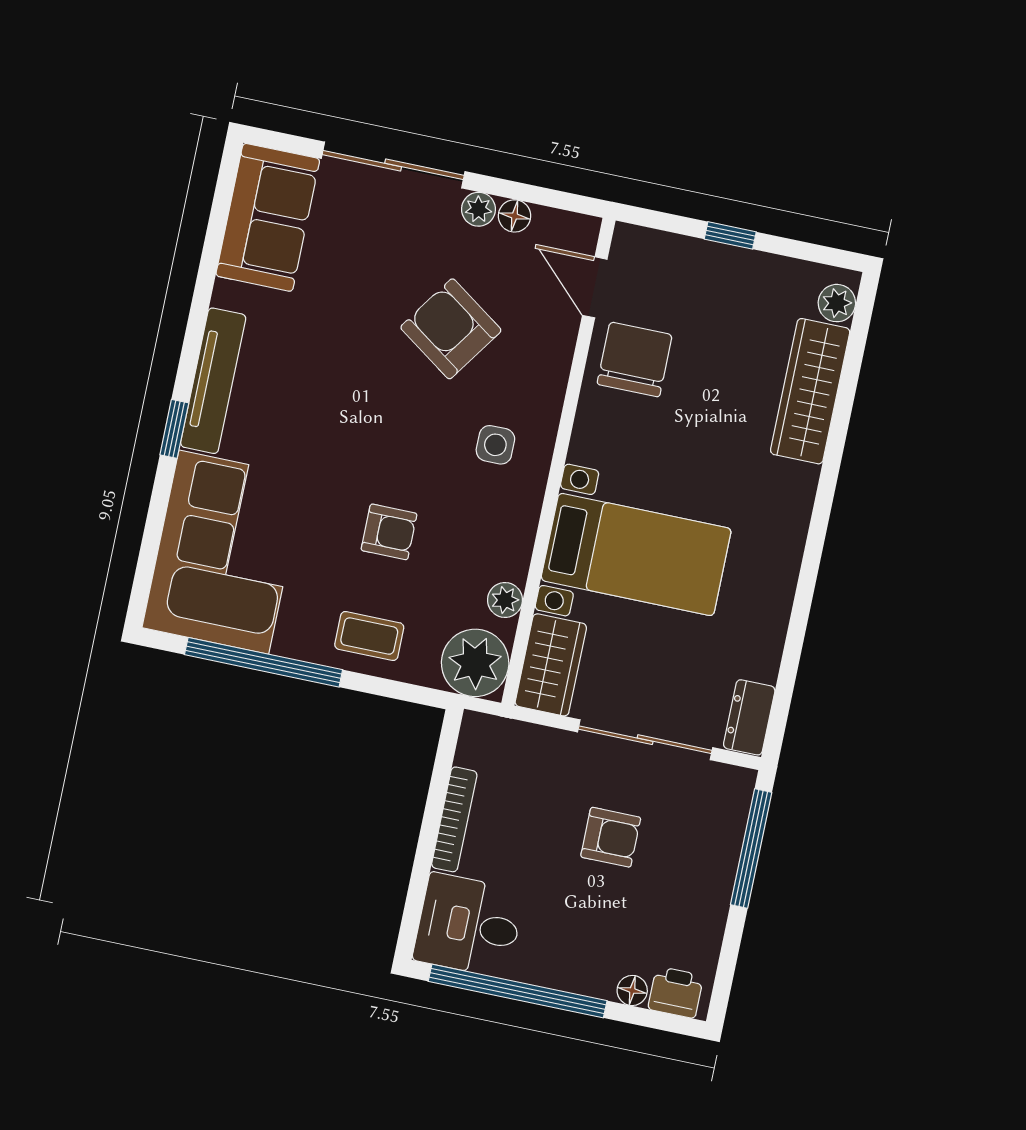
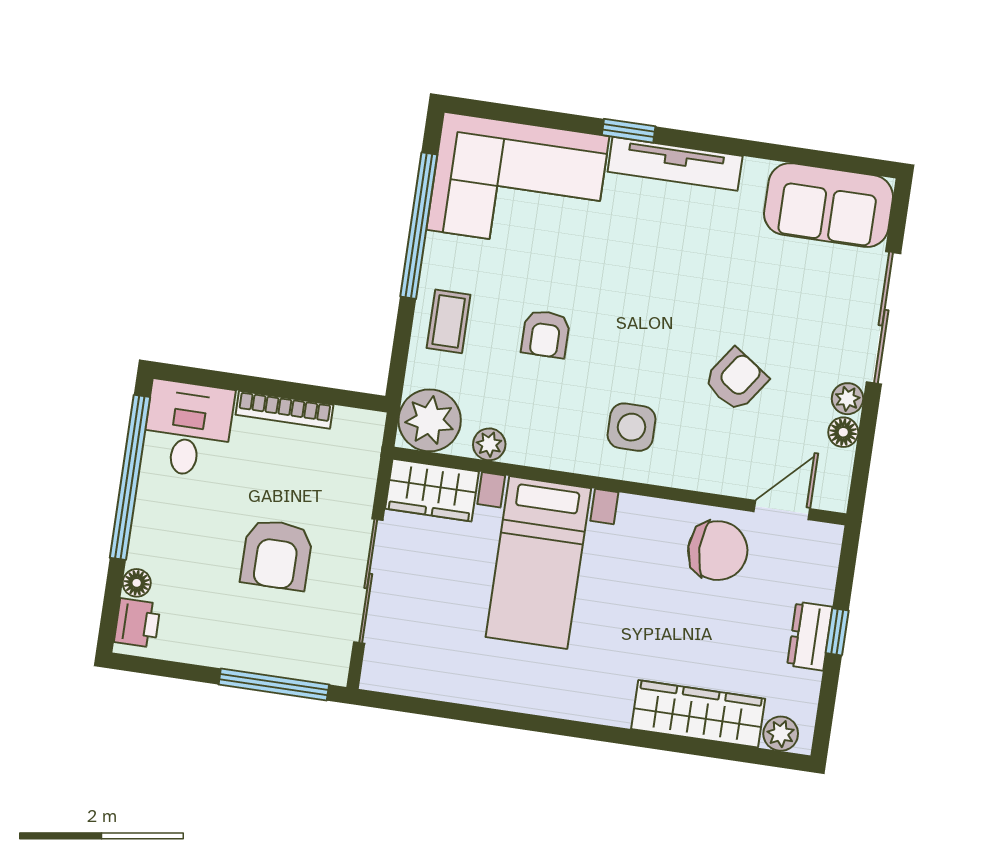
armchair: (451, 329) -> (736, 380), width x0.72, depth x0.72
side table: (495, 445) -> (632, 427), width x1.37, depth x1.37
dresser: (749, 717) -> (810, 636), moved, turned -90
armchair: (611, 837) -> (277, 555), width x1.38, depth x1.38

